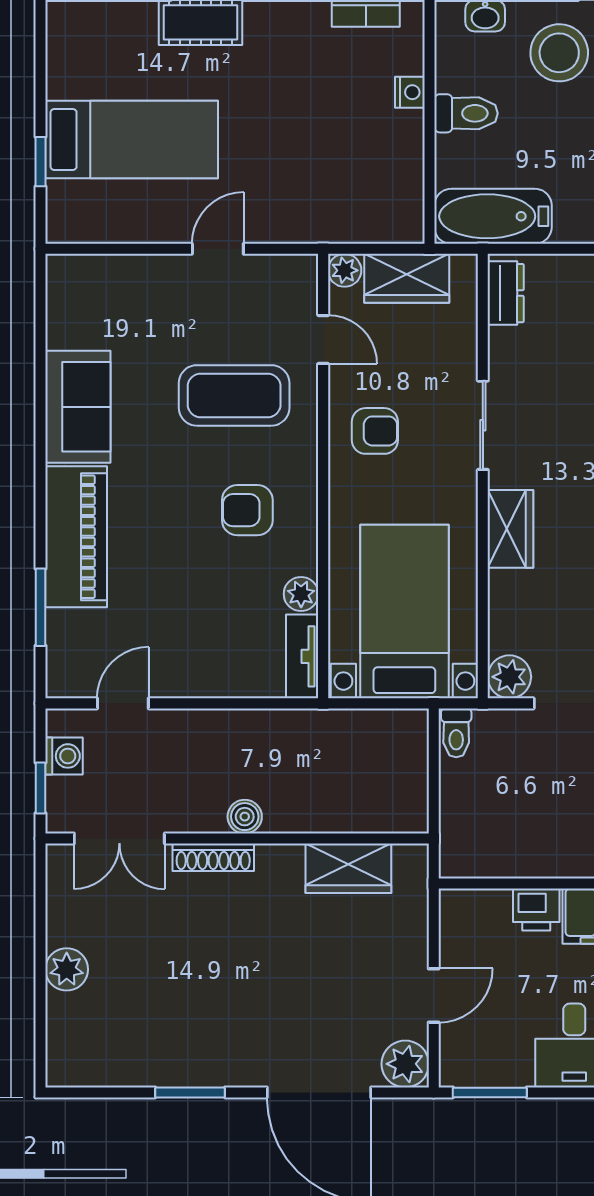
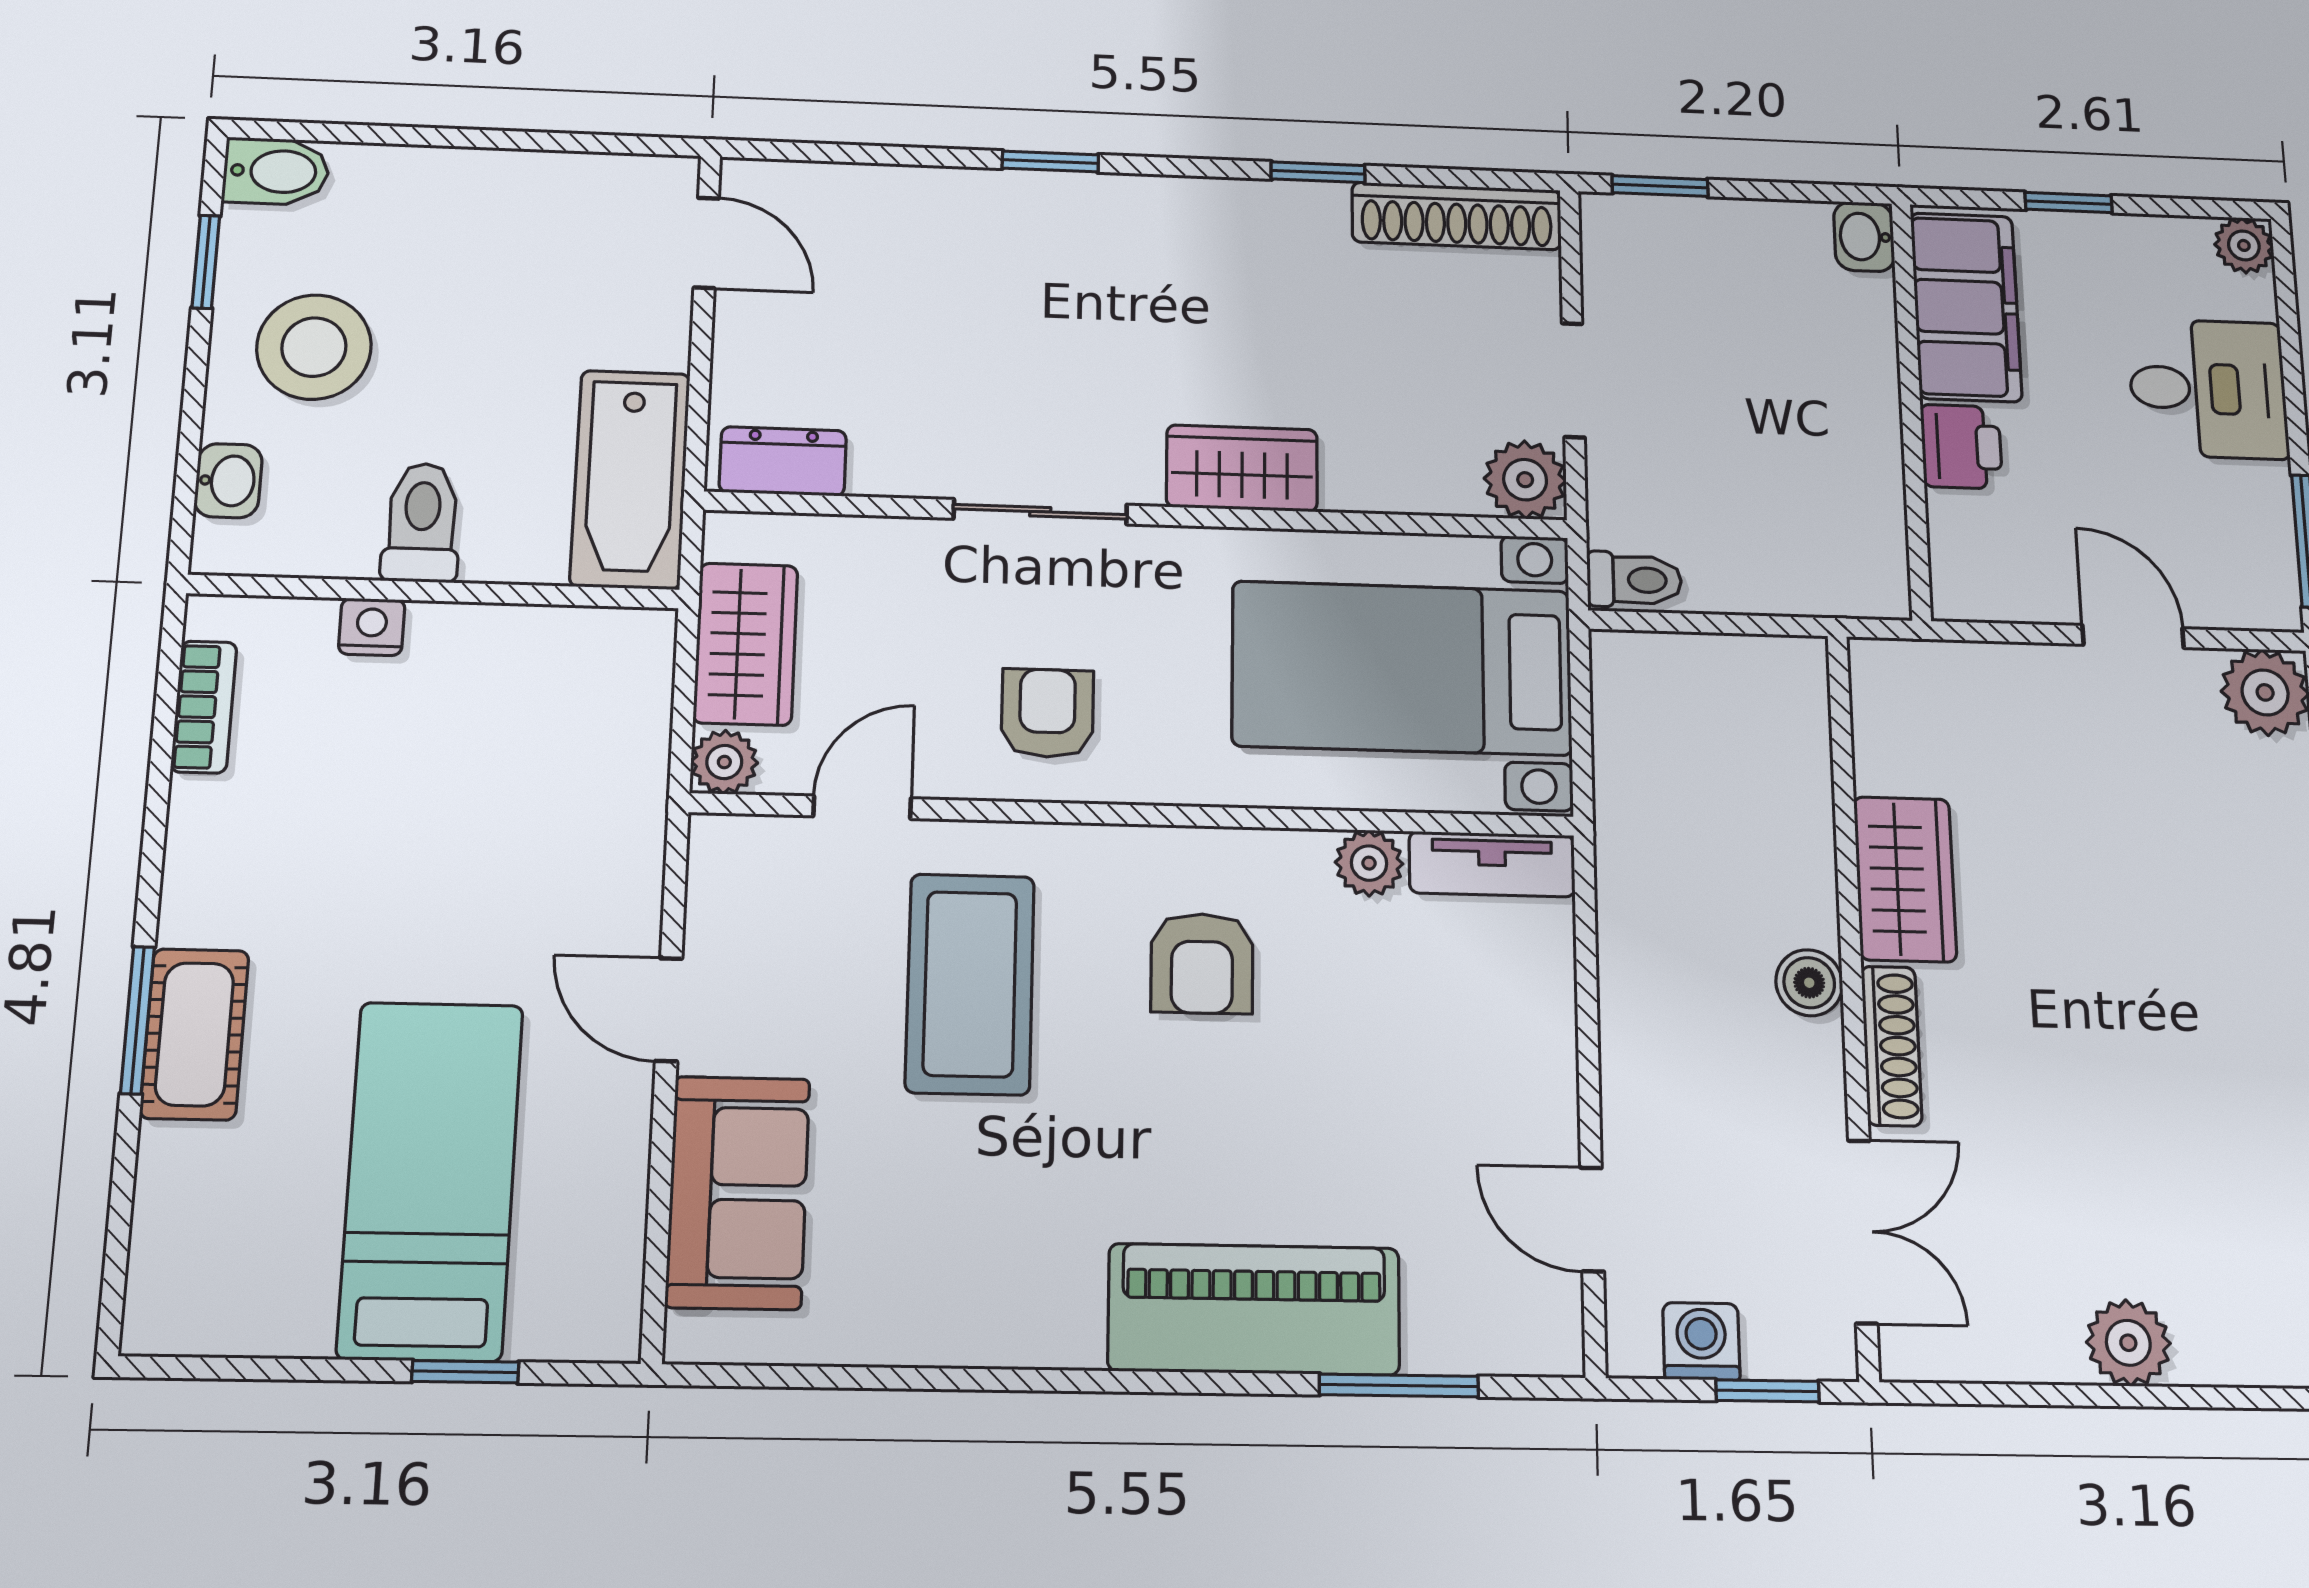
sofa: (78, 407) -> (738, 1192), moved, turned 90
wardrobe: (348, 868) -> (1905, 879), moved

